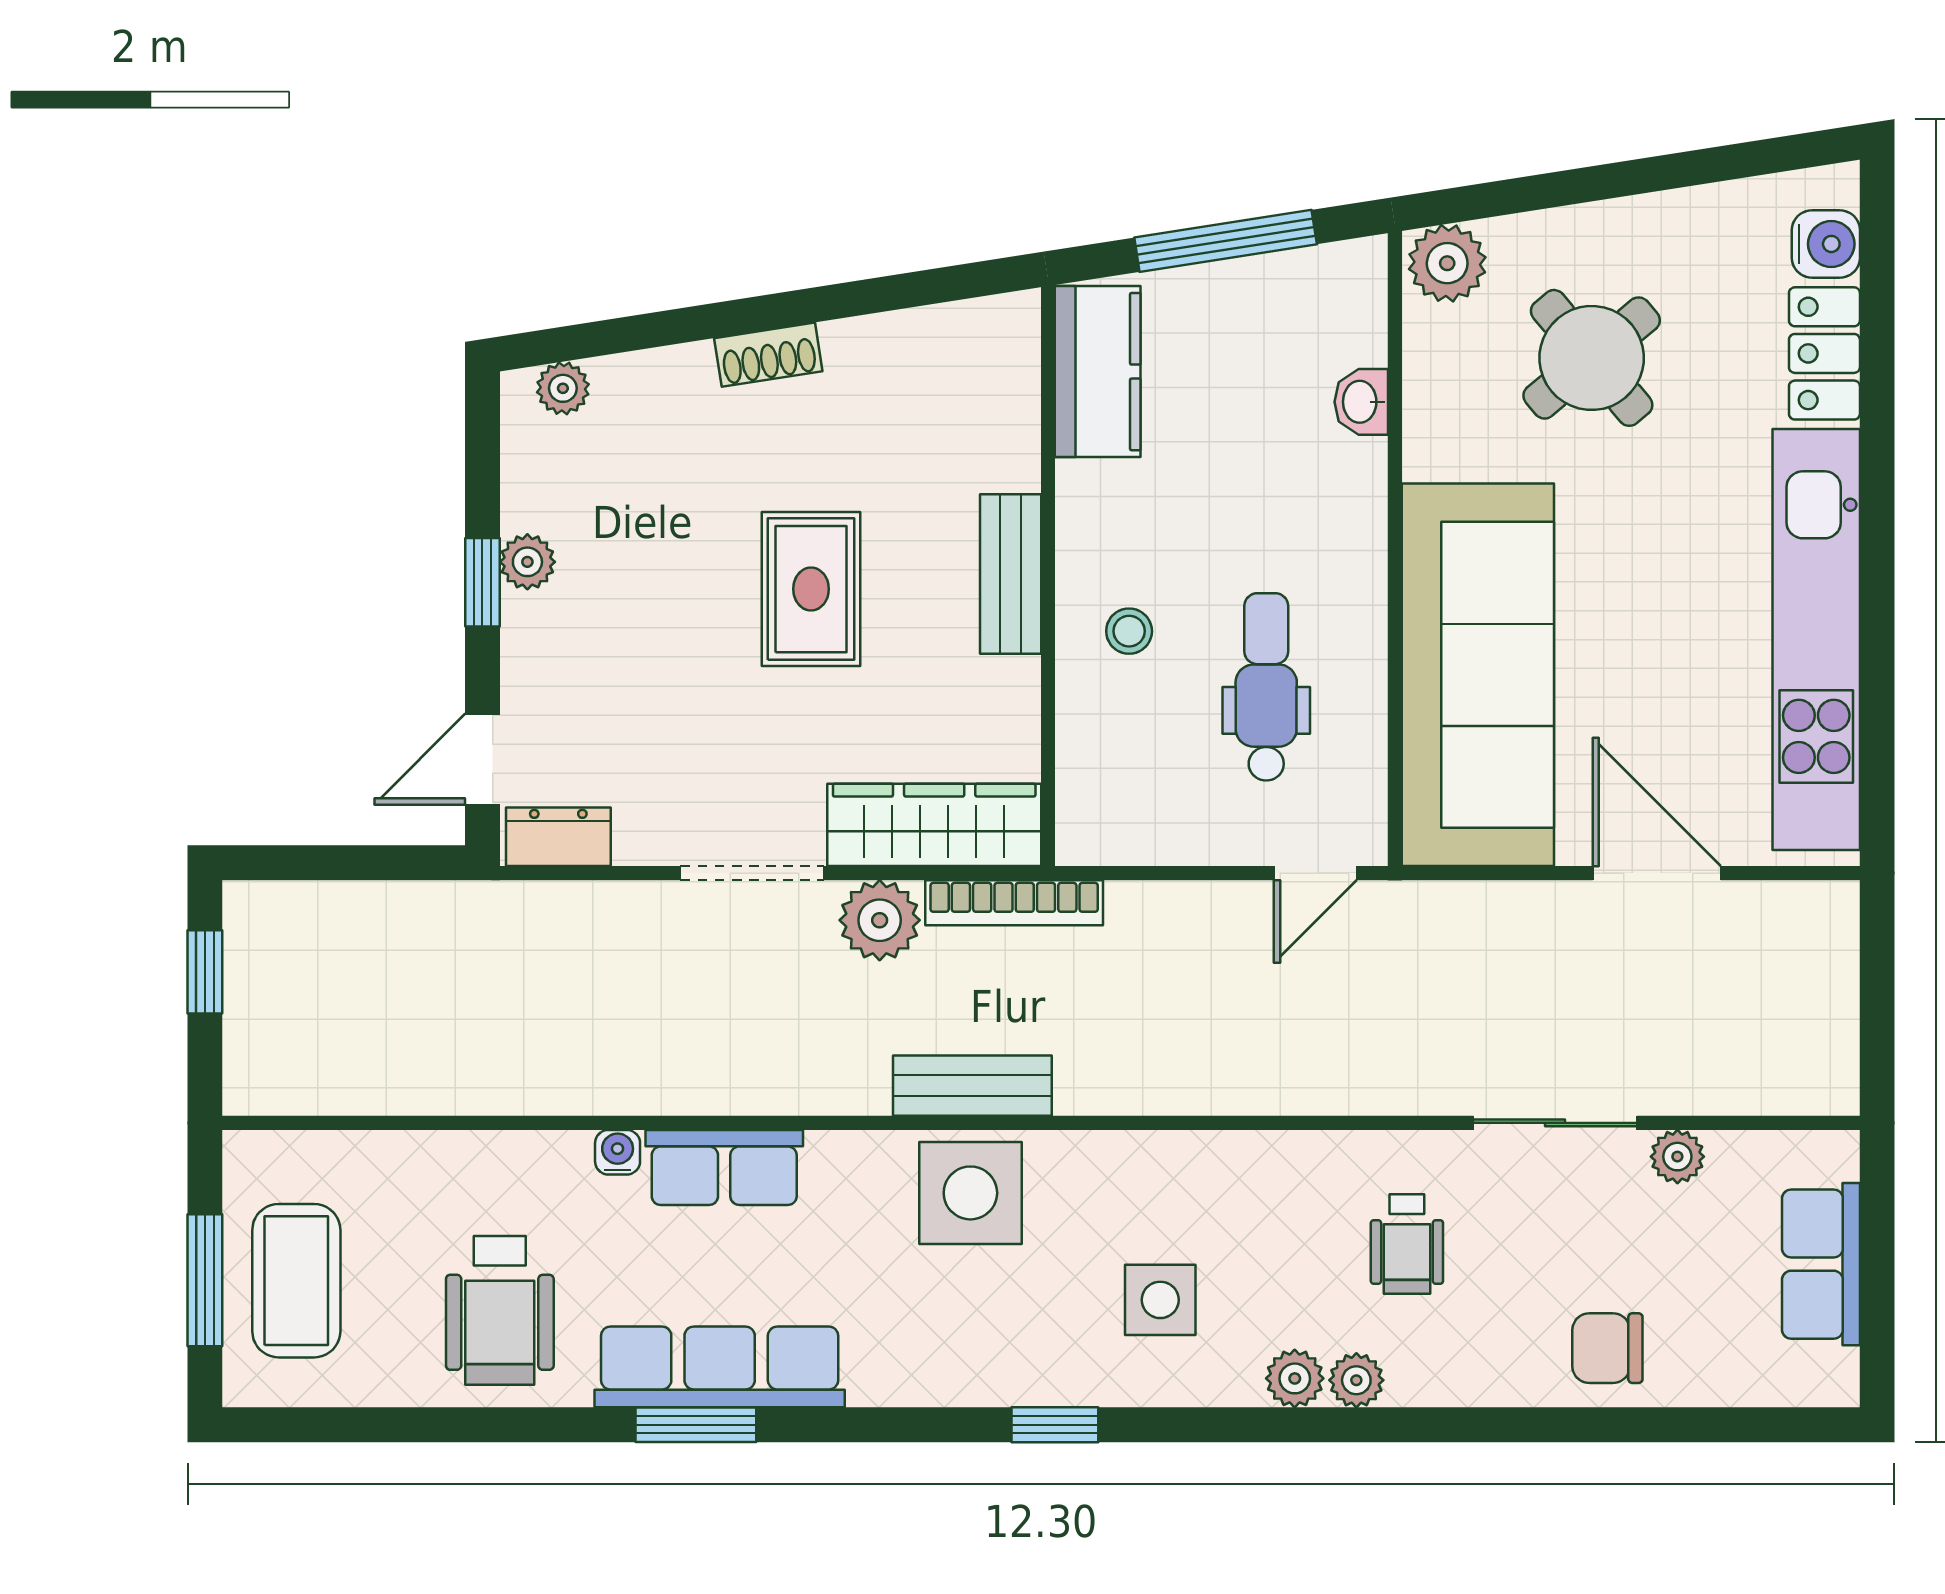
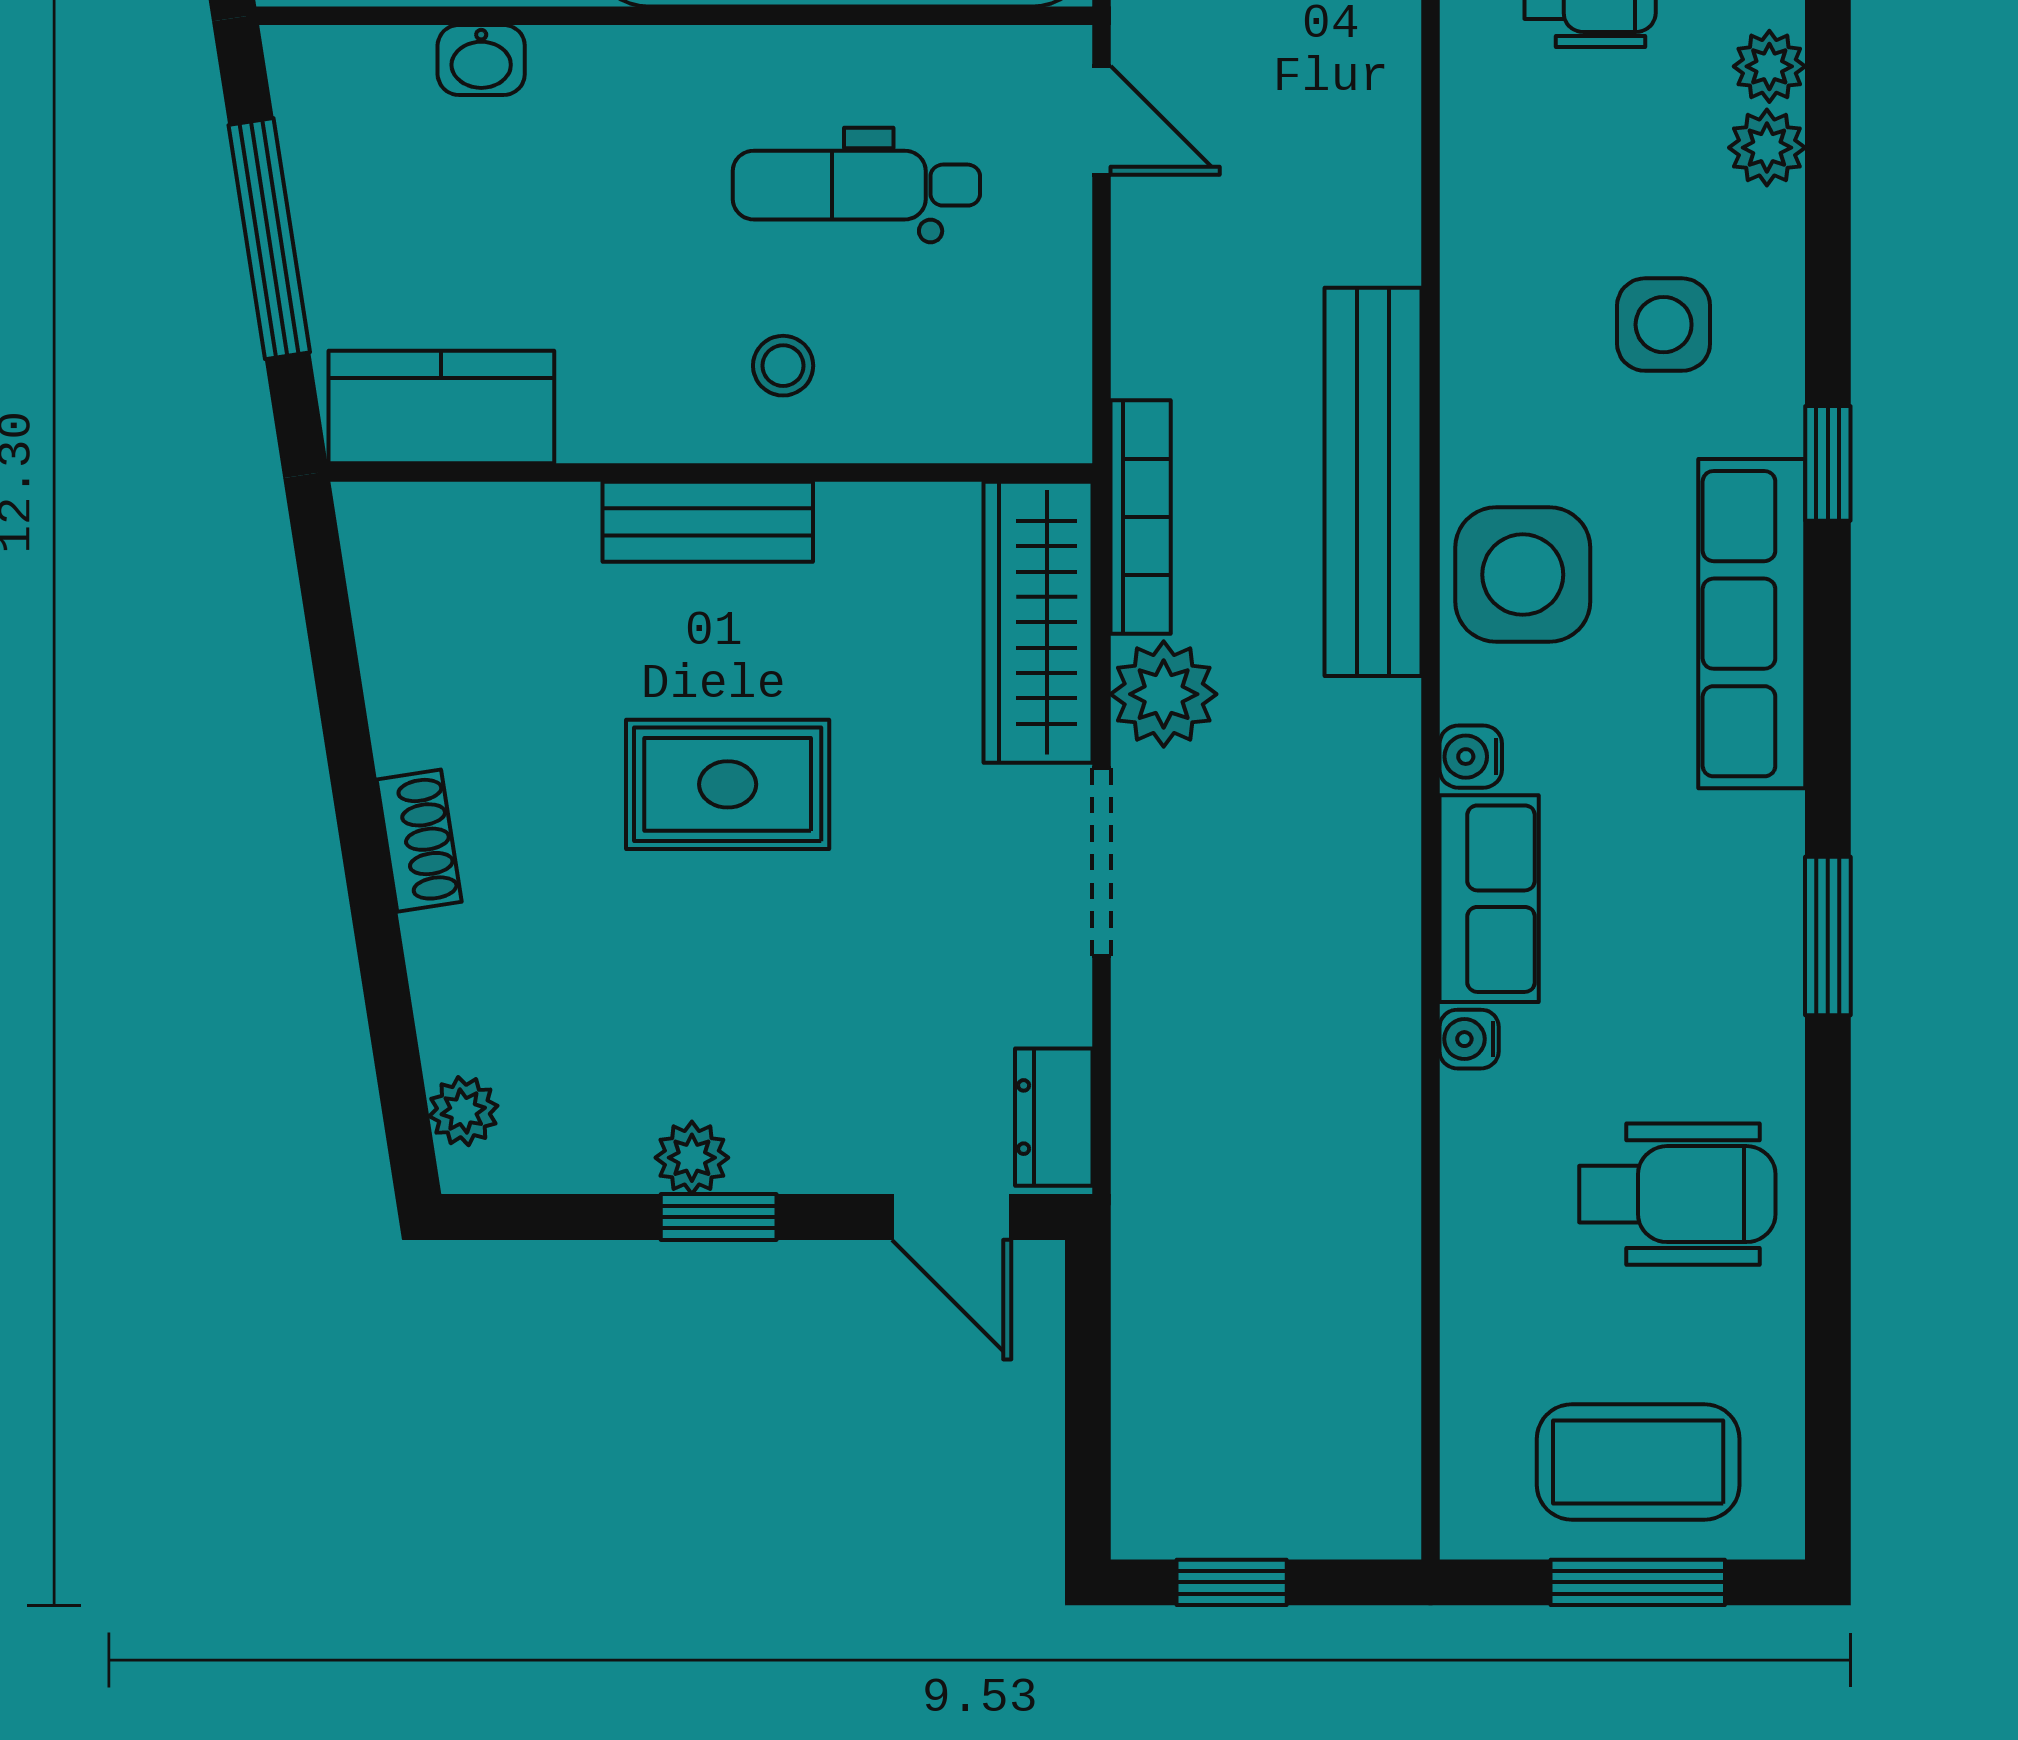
bench: (972, 1086) -> (1373, 482), width x1.86, depth x1.21
water cooler: (832, 1153) -> (1471, 757), added
row of seats: (720, 1367) -> (1752, 624), moved

